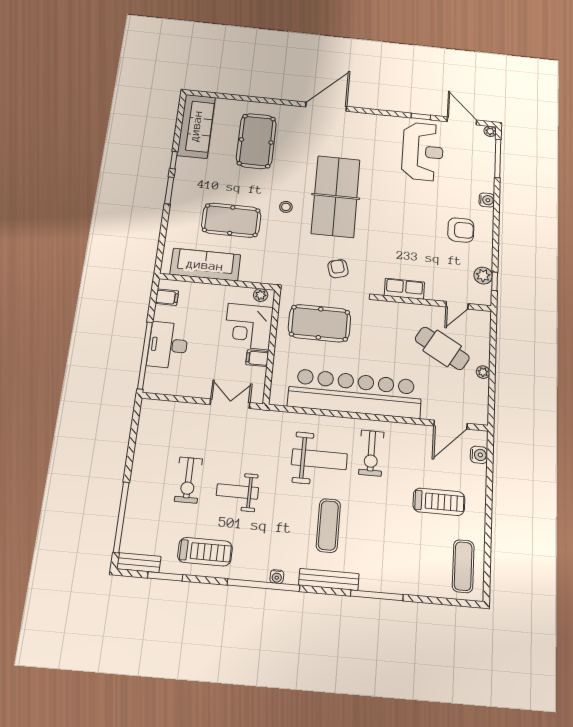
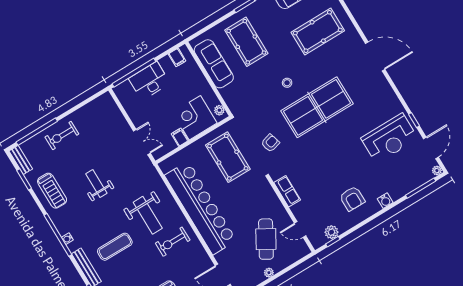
pool table: (231, 220) -> (246, 42), moved
exercise bike: (188, 480) -> (62, 135), moved

